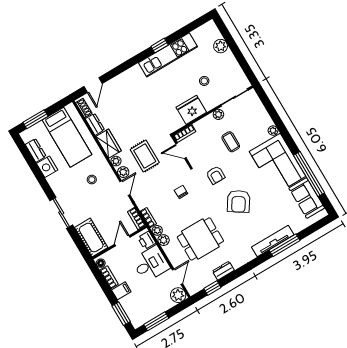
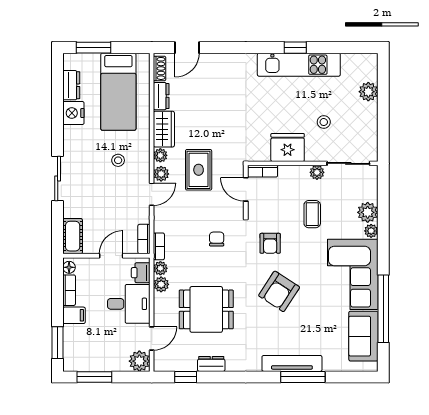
plant: (264, 120) -> (368, 212), added
cot: (91, 238) -> (73, 236), width x0.73, depth x0.75

